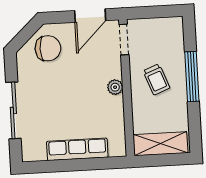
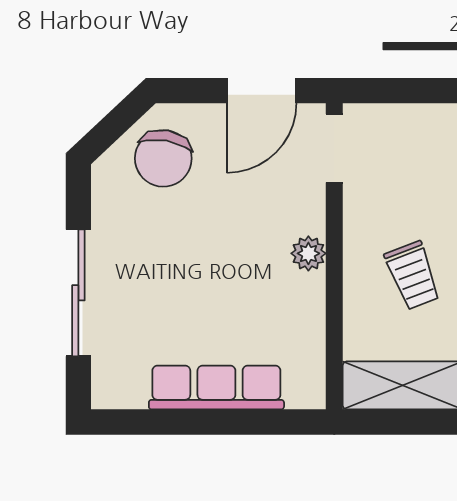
chair: (48, 48) -> (163, 158), turned 100
trolley: (156, 79) -> (413, 275), moved

